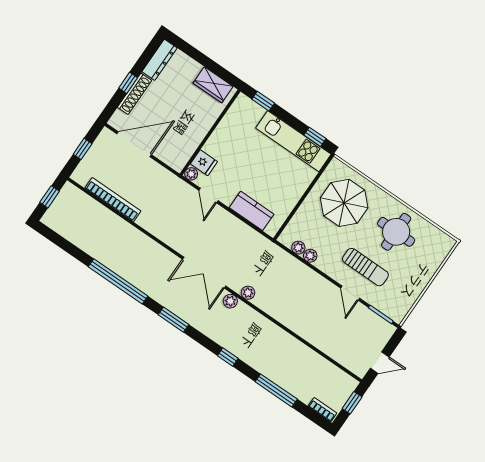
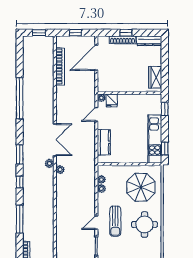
door: (134, 144) -> (96, 58), swing flipped
double door: (204, 273) -> (55, 140), swing flipped
window: (174, 320) -> (20, 154), moved

